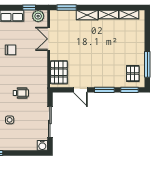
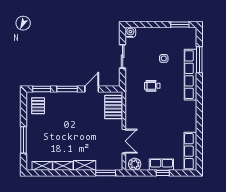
window: (29, 8) -> (163, 173), moved
chair: (11, 50) -> (163, 130), removed
window: (147, 64) -> (23, 140), moved
door: (80, 90) -> (92, 89), hinge flipped
sliding door: (50, 122) -> (123, 56), width x0.73

